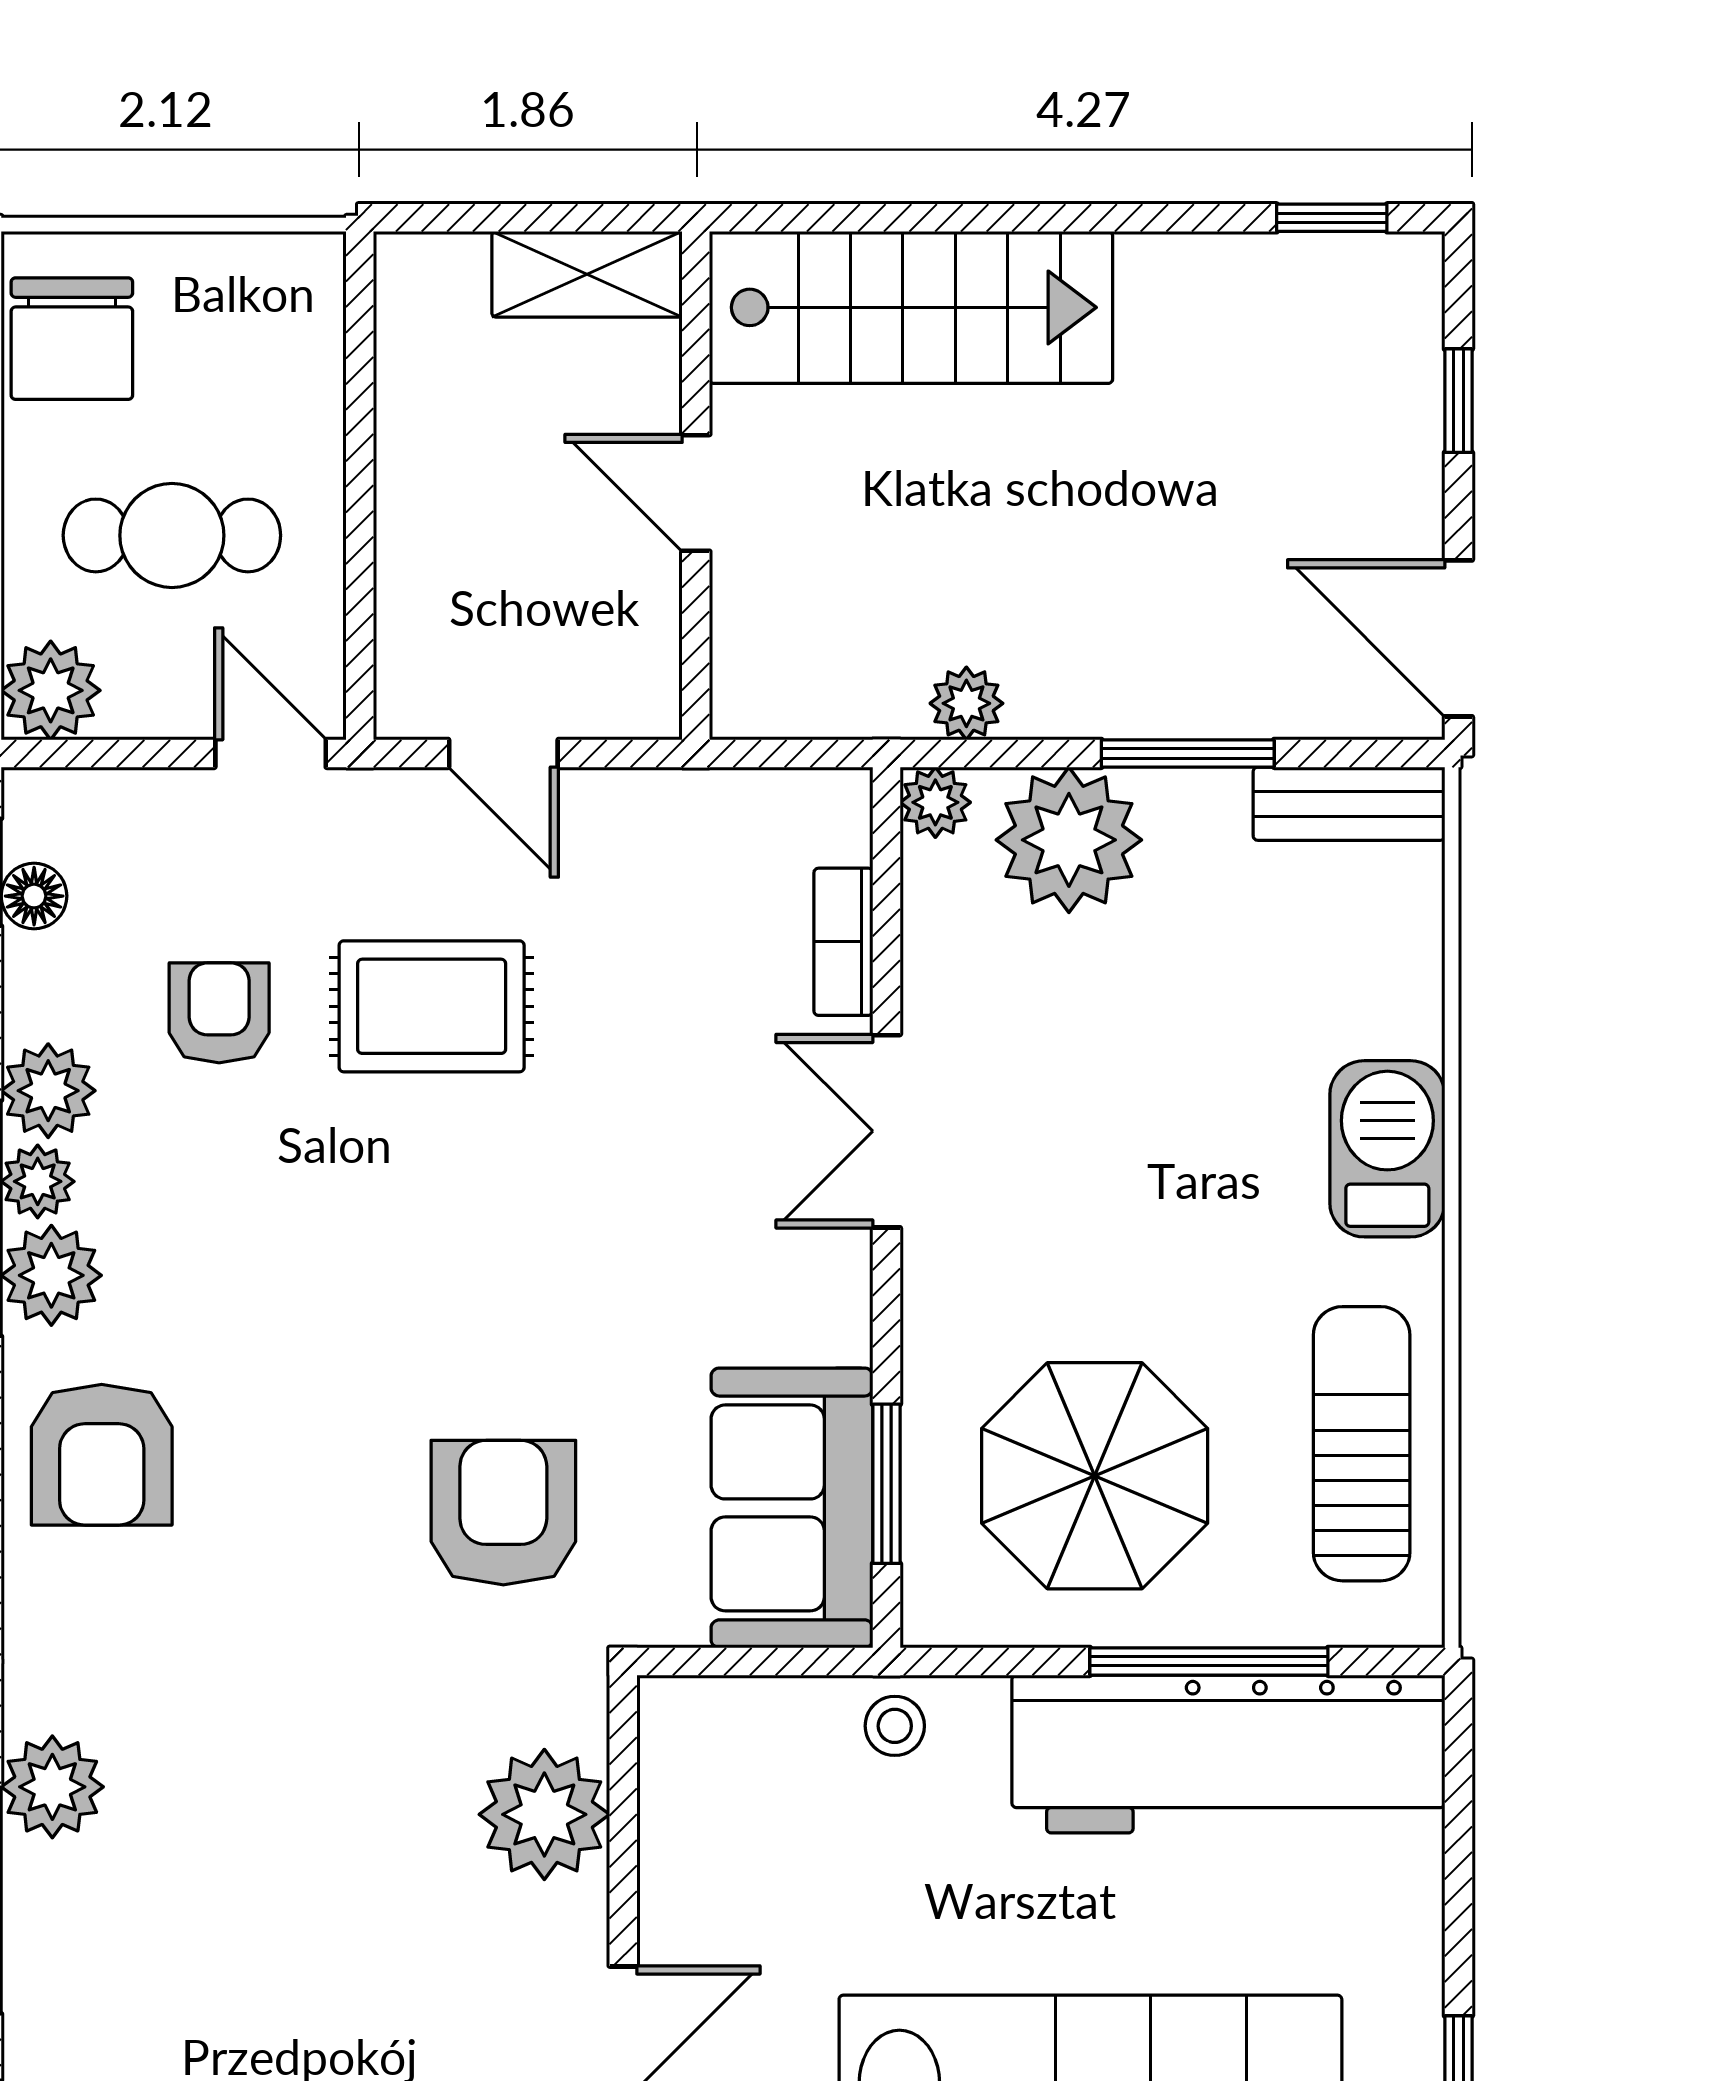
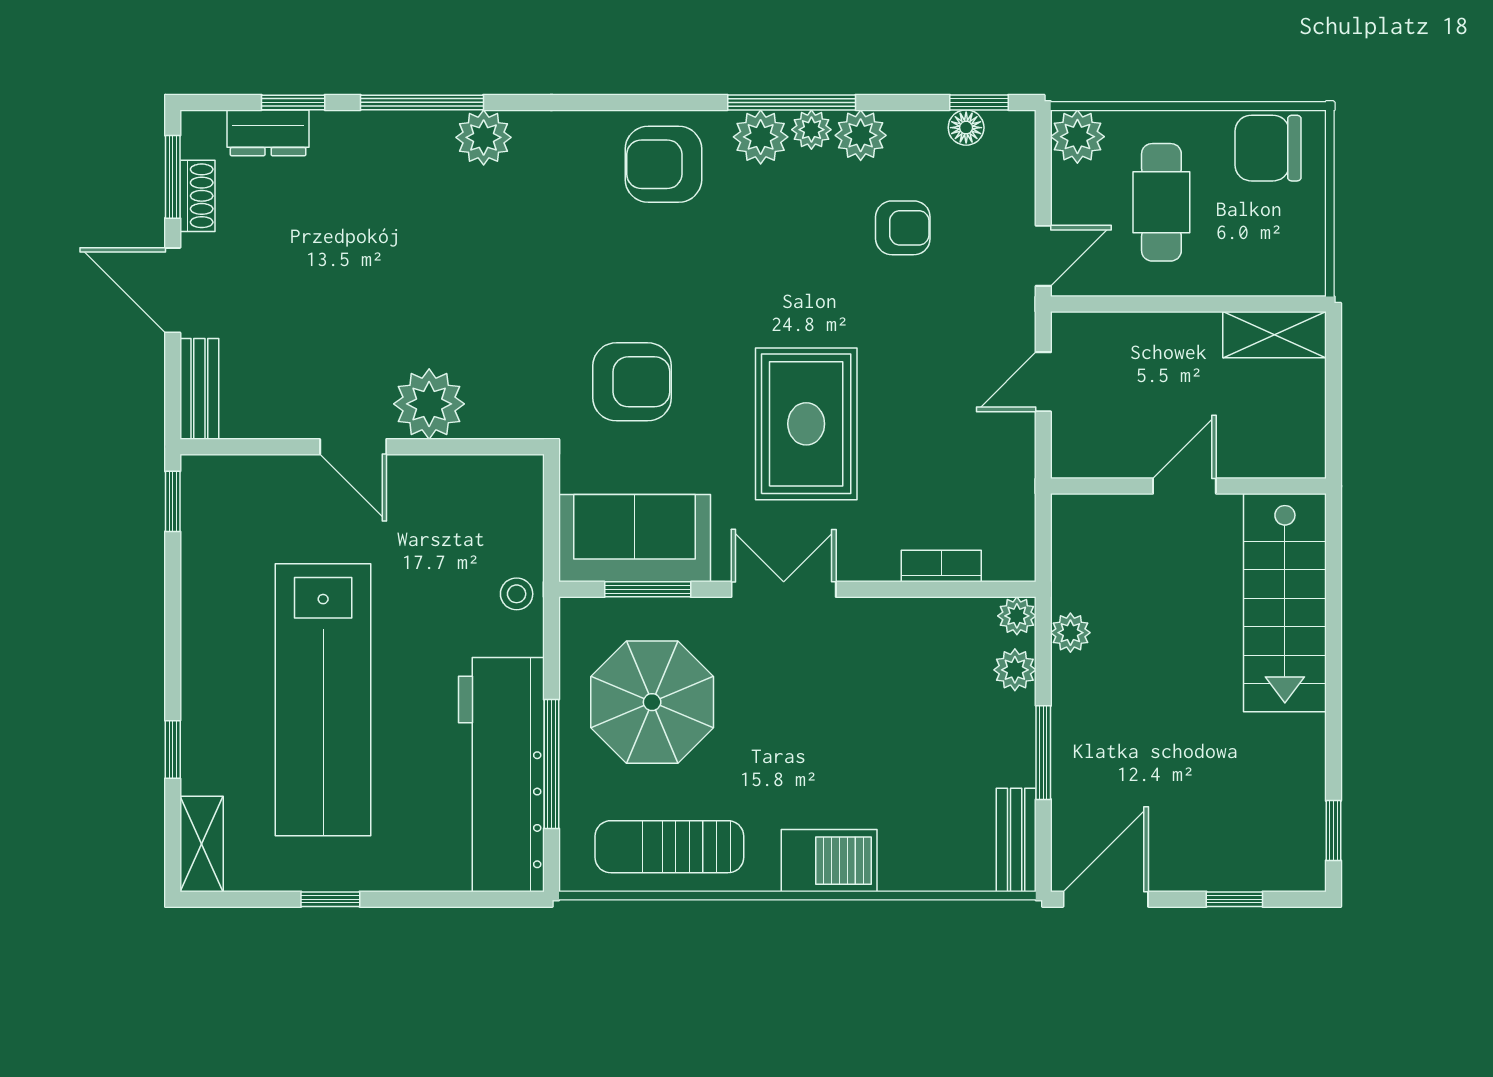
shelving: (587, 274) -> (1275, 335), moved, turned 90
plant: (1069, 840) -> (1015, 670), width x0.53, depth x0.53
rug: (432, 1006) -> (806, 424), moved, width x1.36, depth x1.43
double door: (886, 1131) -> (784, 589), moved
sun lounger: (1362, 1444) -> (669, 847), turned 180
plant: (544, 1814) -> (429, 404), moved

